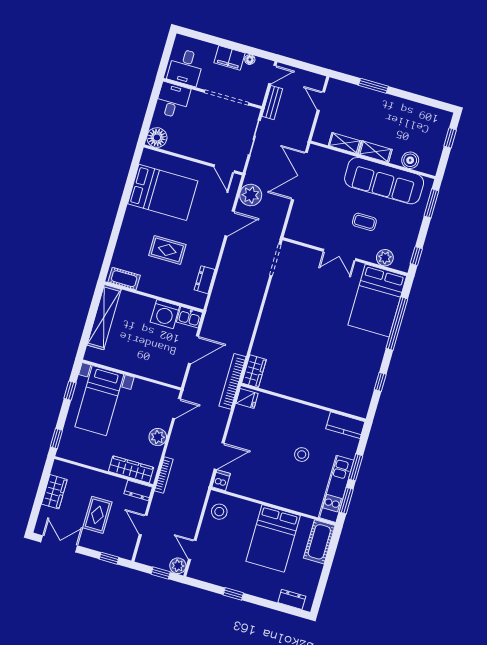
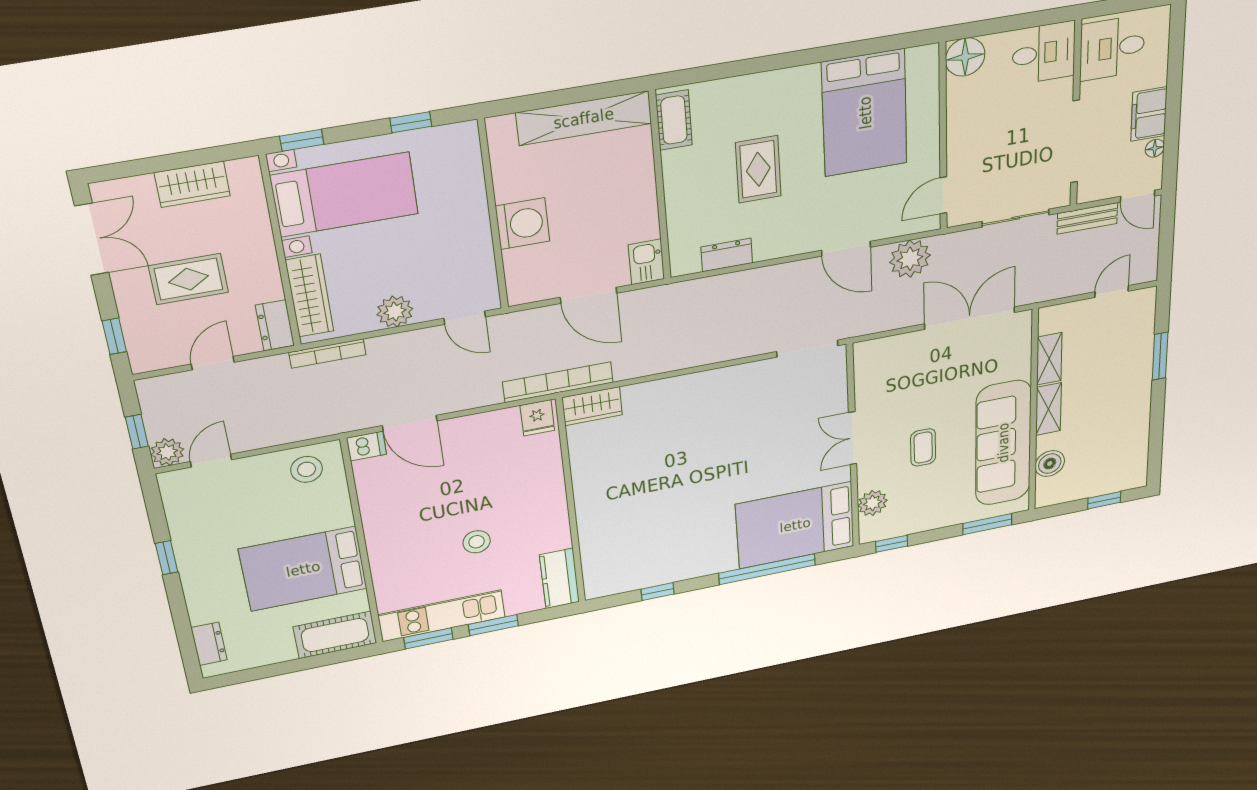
washing machine: (165, 314) -> (523, 224), moved, turned 180
bed with nightstands: (99, 401) -> (345, 195), moved, turned 180

